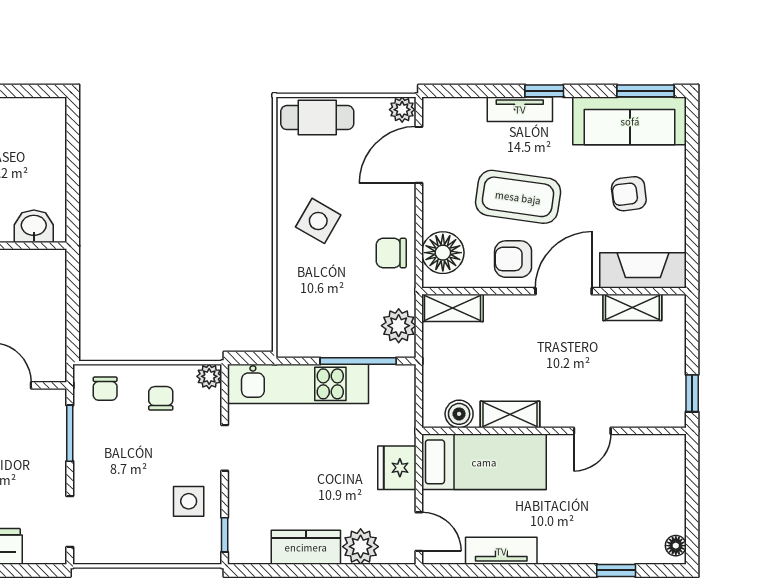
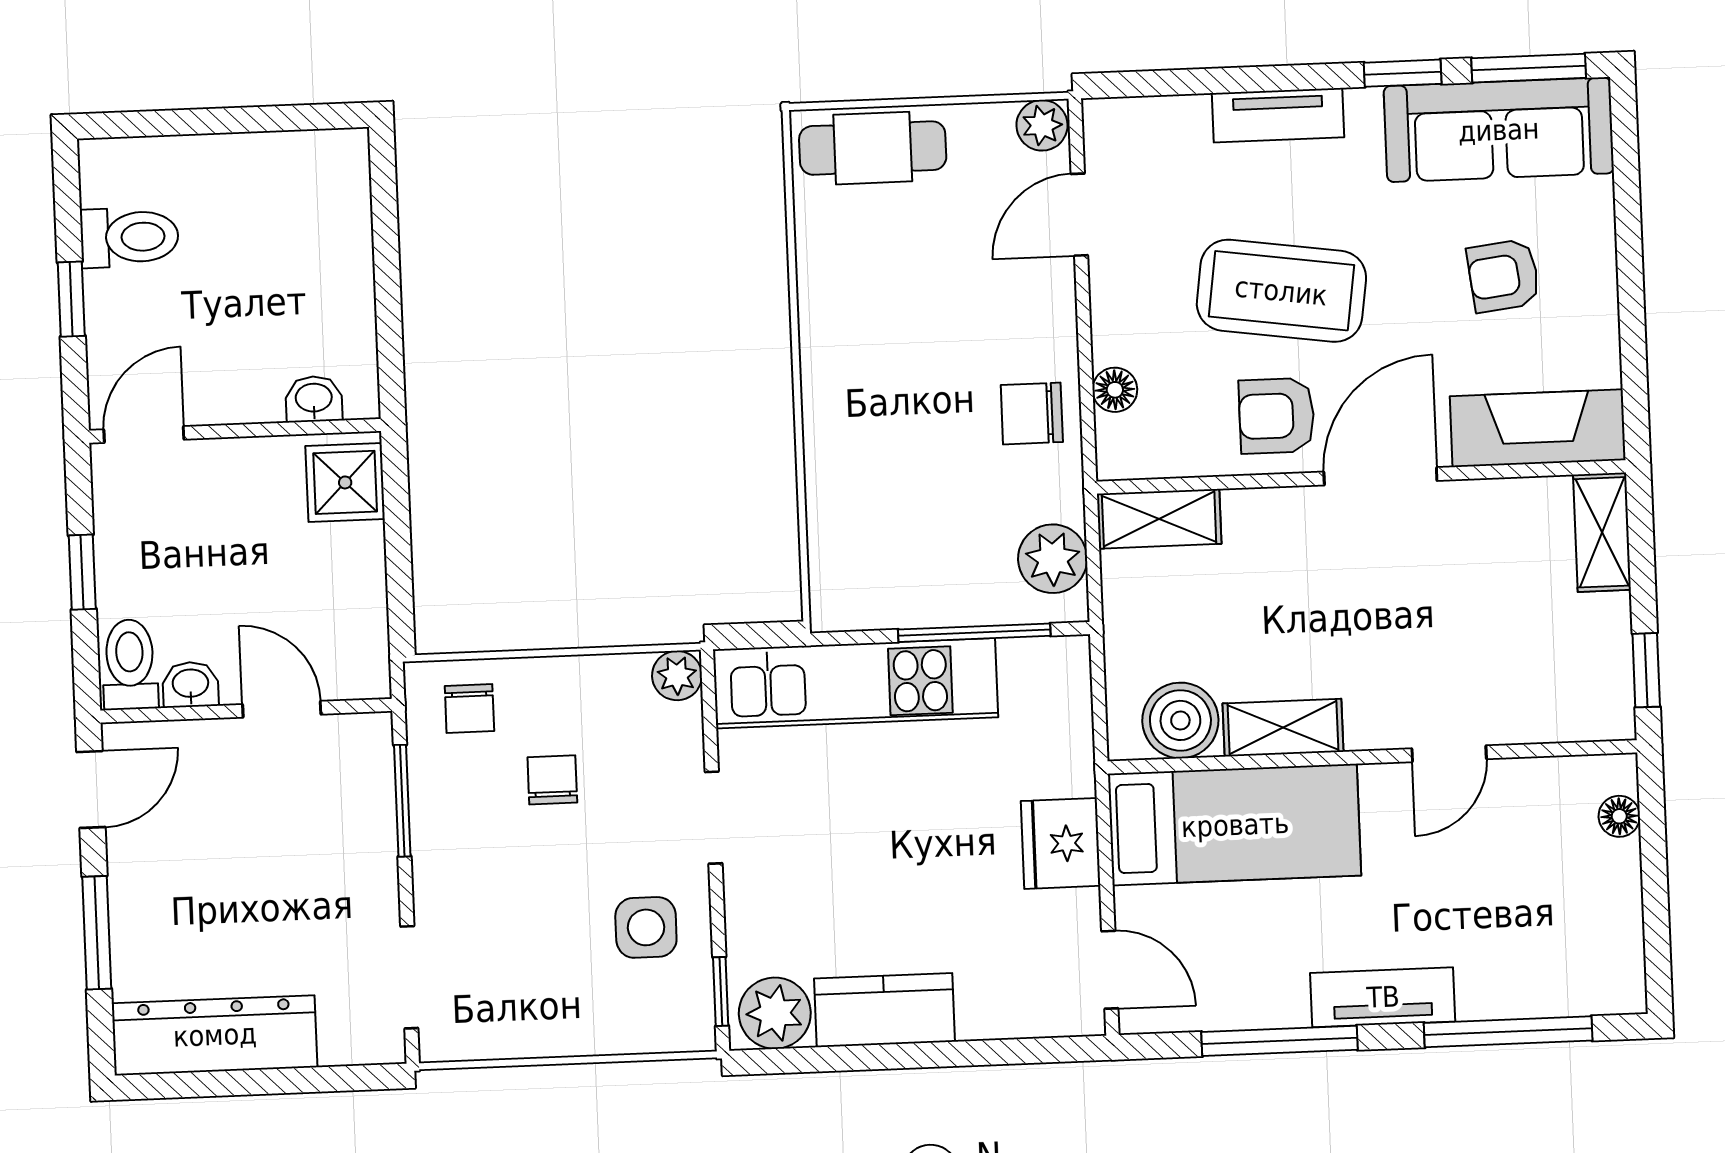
window: (544, 91) -> (1403, 73), moved
door: (419, 155) -> (1079, 215), width x0.73
side table: (318, 221) -> (883, 355), removed
washbasin: (34, 226) -> (314, 399), width x0.72, depth x0.69
floor lamp: (443, 253) -> (1115, 390), width x0.53, depth x0.53
shower: (48, 274) -> (345, 482), added
shelving: (632, 307) -> (1602, 532), moved, turned 90
chair: (161, 398) -> (552, 780), moved
boiler: (459, 414) -> (1180, 720), width x1.36, depth x1.36
floor lamp: (676, 546) -> (1619, 816), moved
plant: (361, 547) -> (775, 1013), moved
tv unit: (501, 551) -> (1383, 997), moved
window: (502, 570) -> (1280, 1041), added
window: (616, 570) -> (1508, 1032), width x2.17

